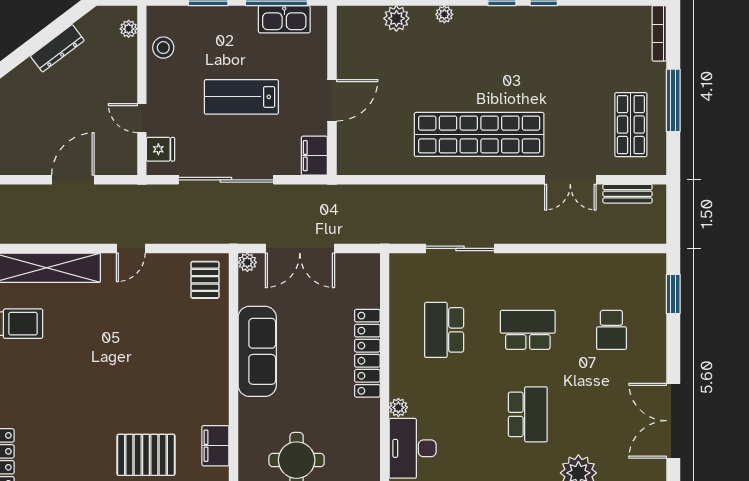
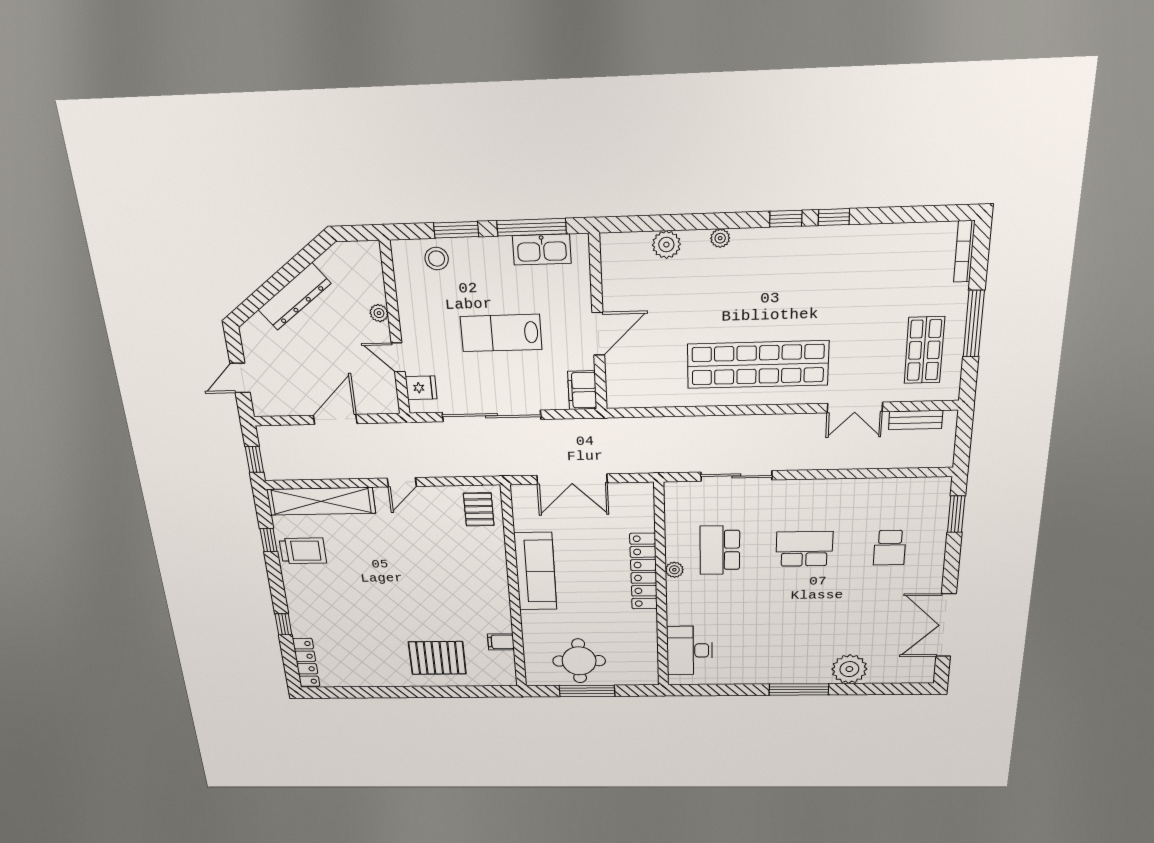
plant: (129, 29) -> (379, 313), moved
dresser: (57, 48) -> (294, 297), width x1.37, depth x1.24
stool: (163, 48) -> (437, 259), moved
plant: (247, 262) -> (520, 493), removed
plant: (398, 407) -> (674, 570), moved
school desk: (528, 414) -> (802, 621), removed
filing cabinet: (215, 446) -> (501, 642), width x0.50

